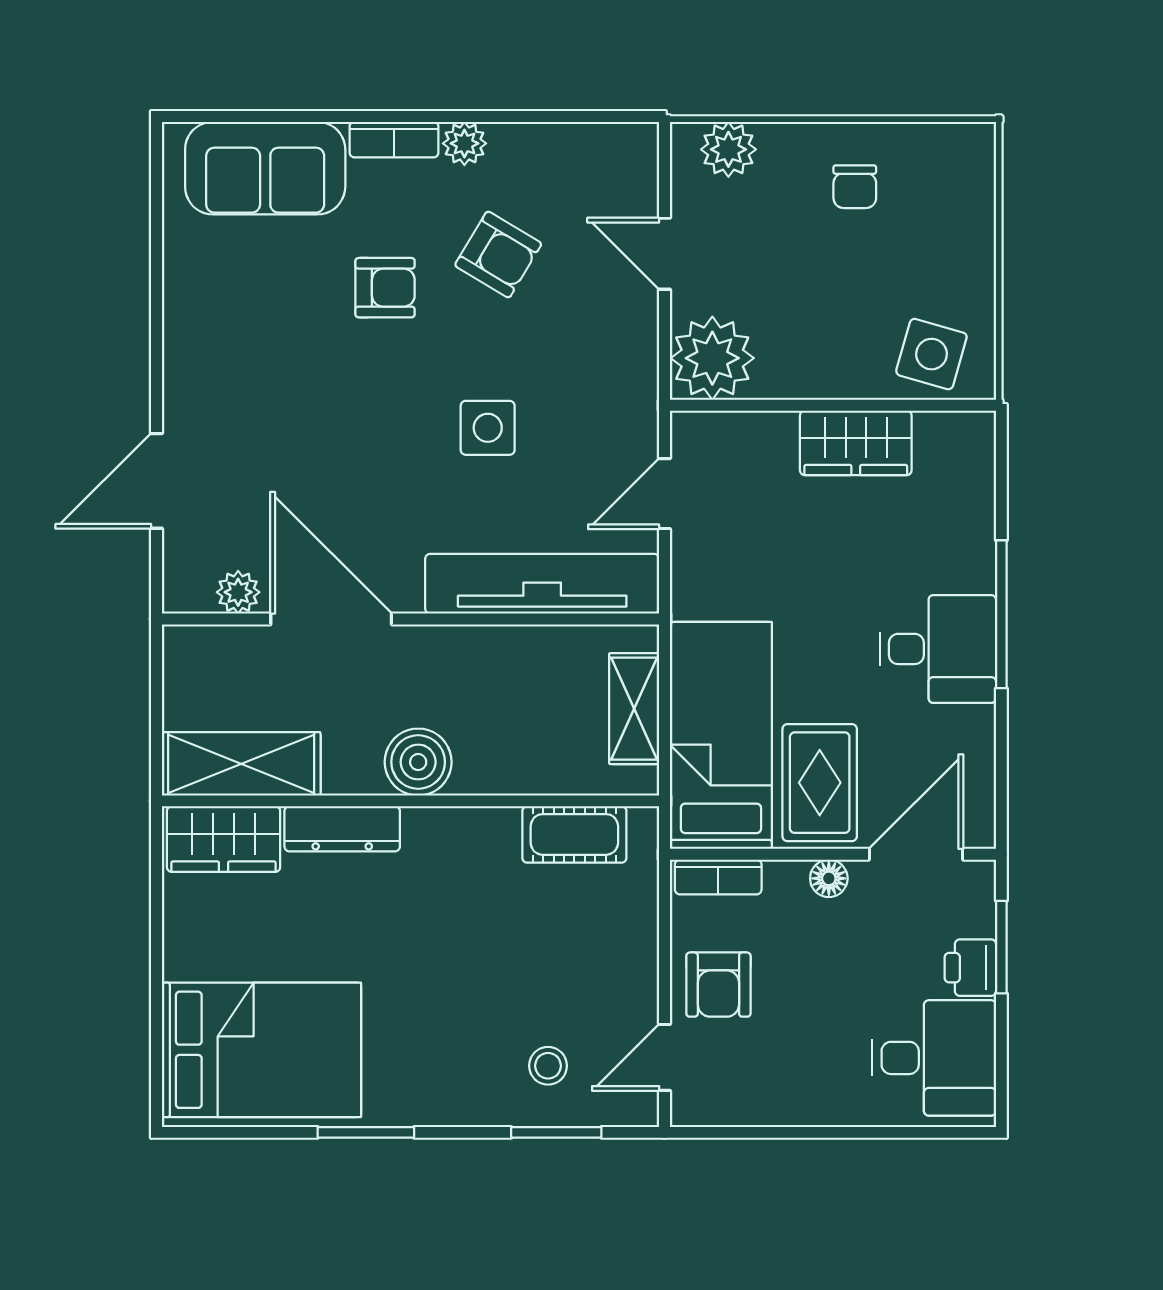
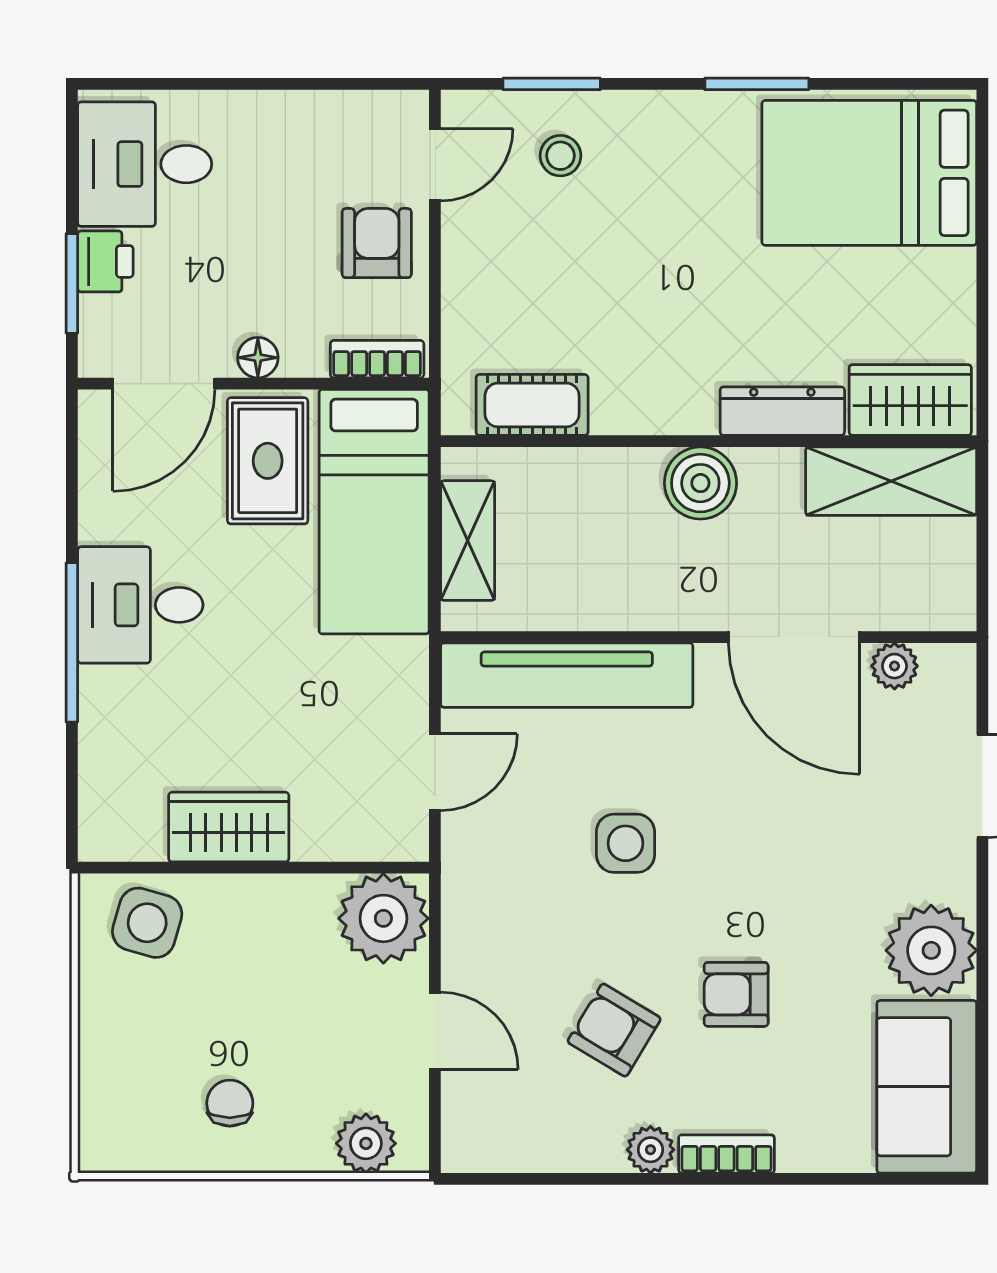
sofa: (265, 168) -> (927, 1087), moved, turned -90
plant: (204, 328) -> (931, 950), added

